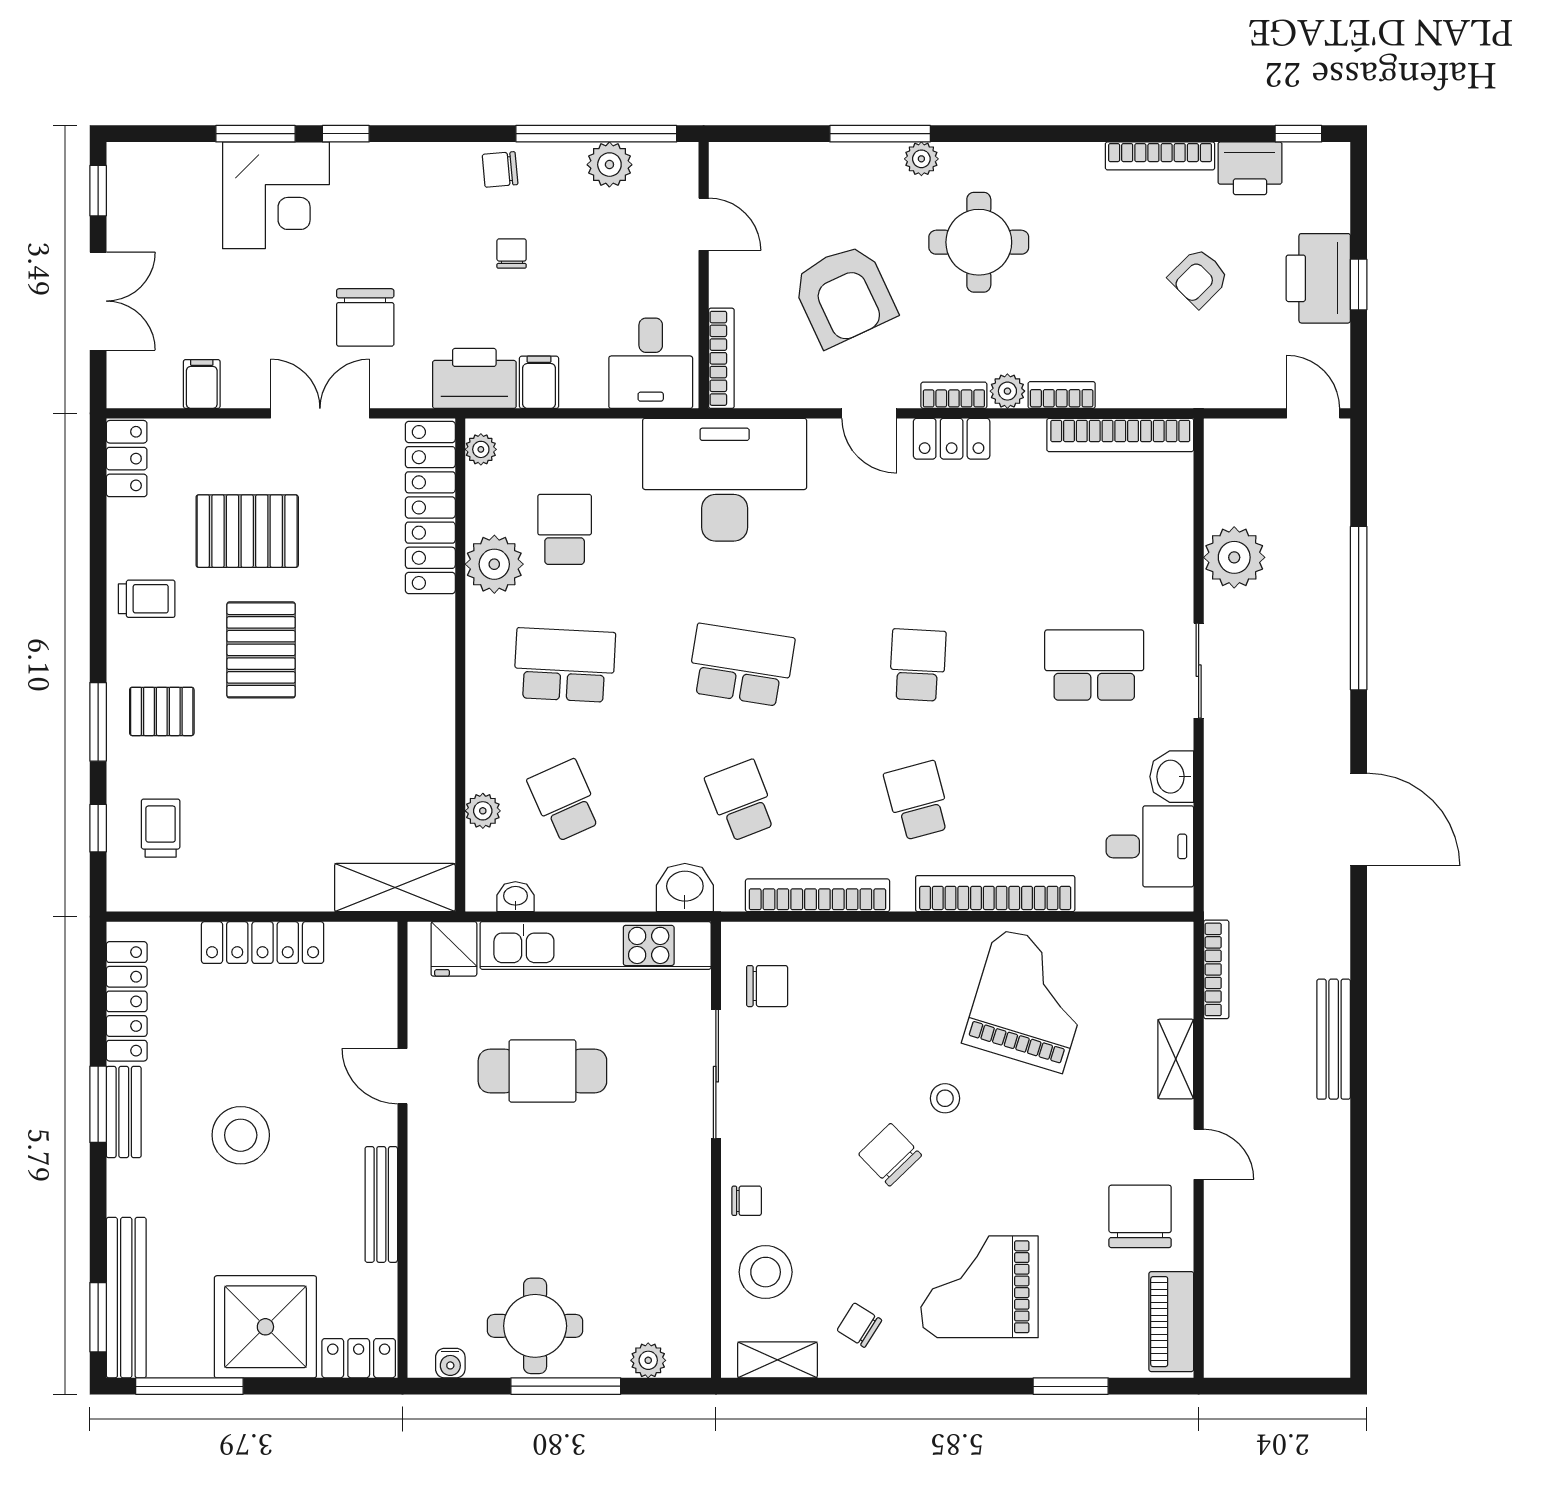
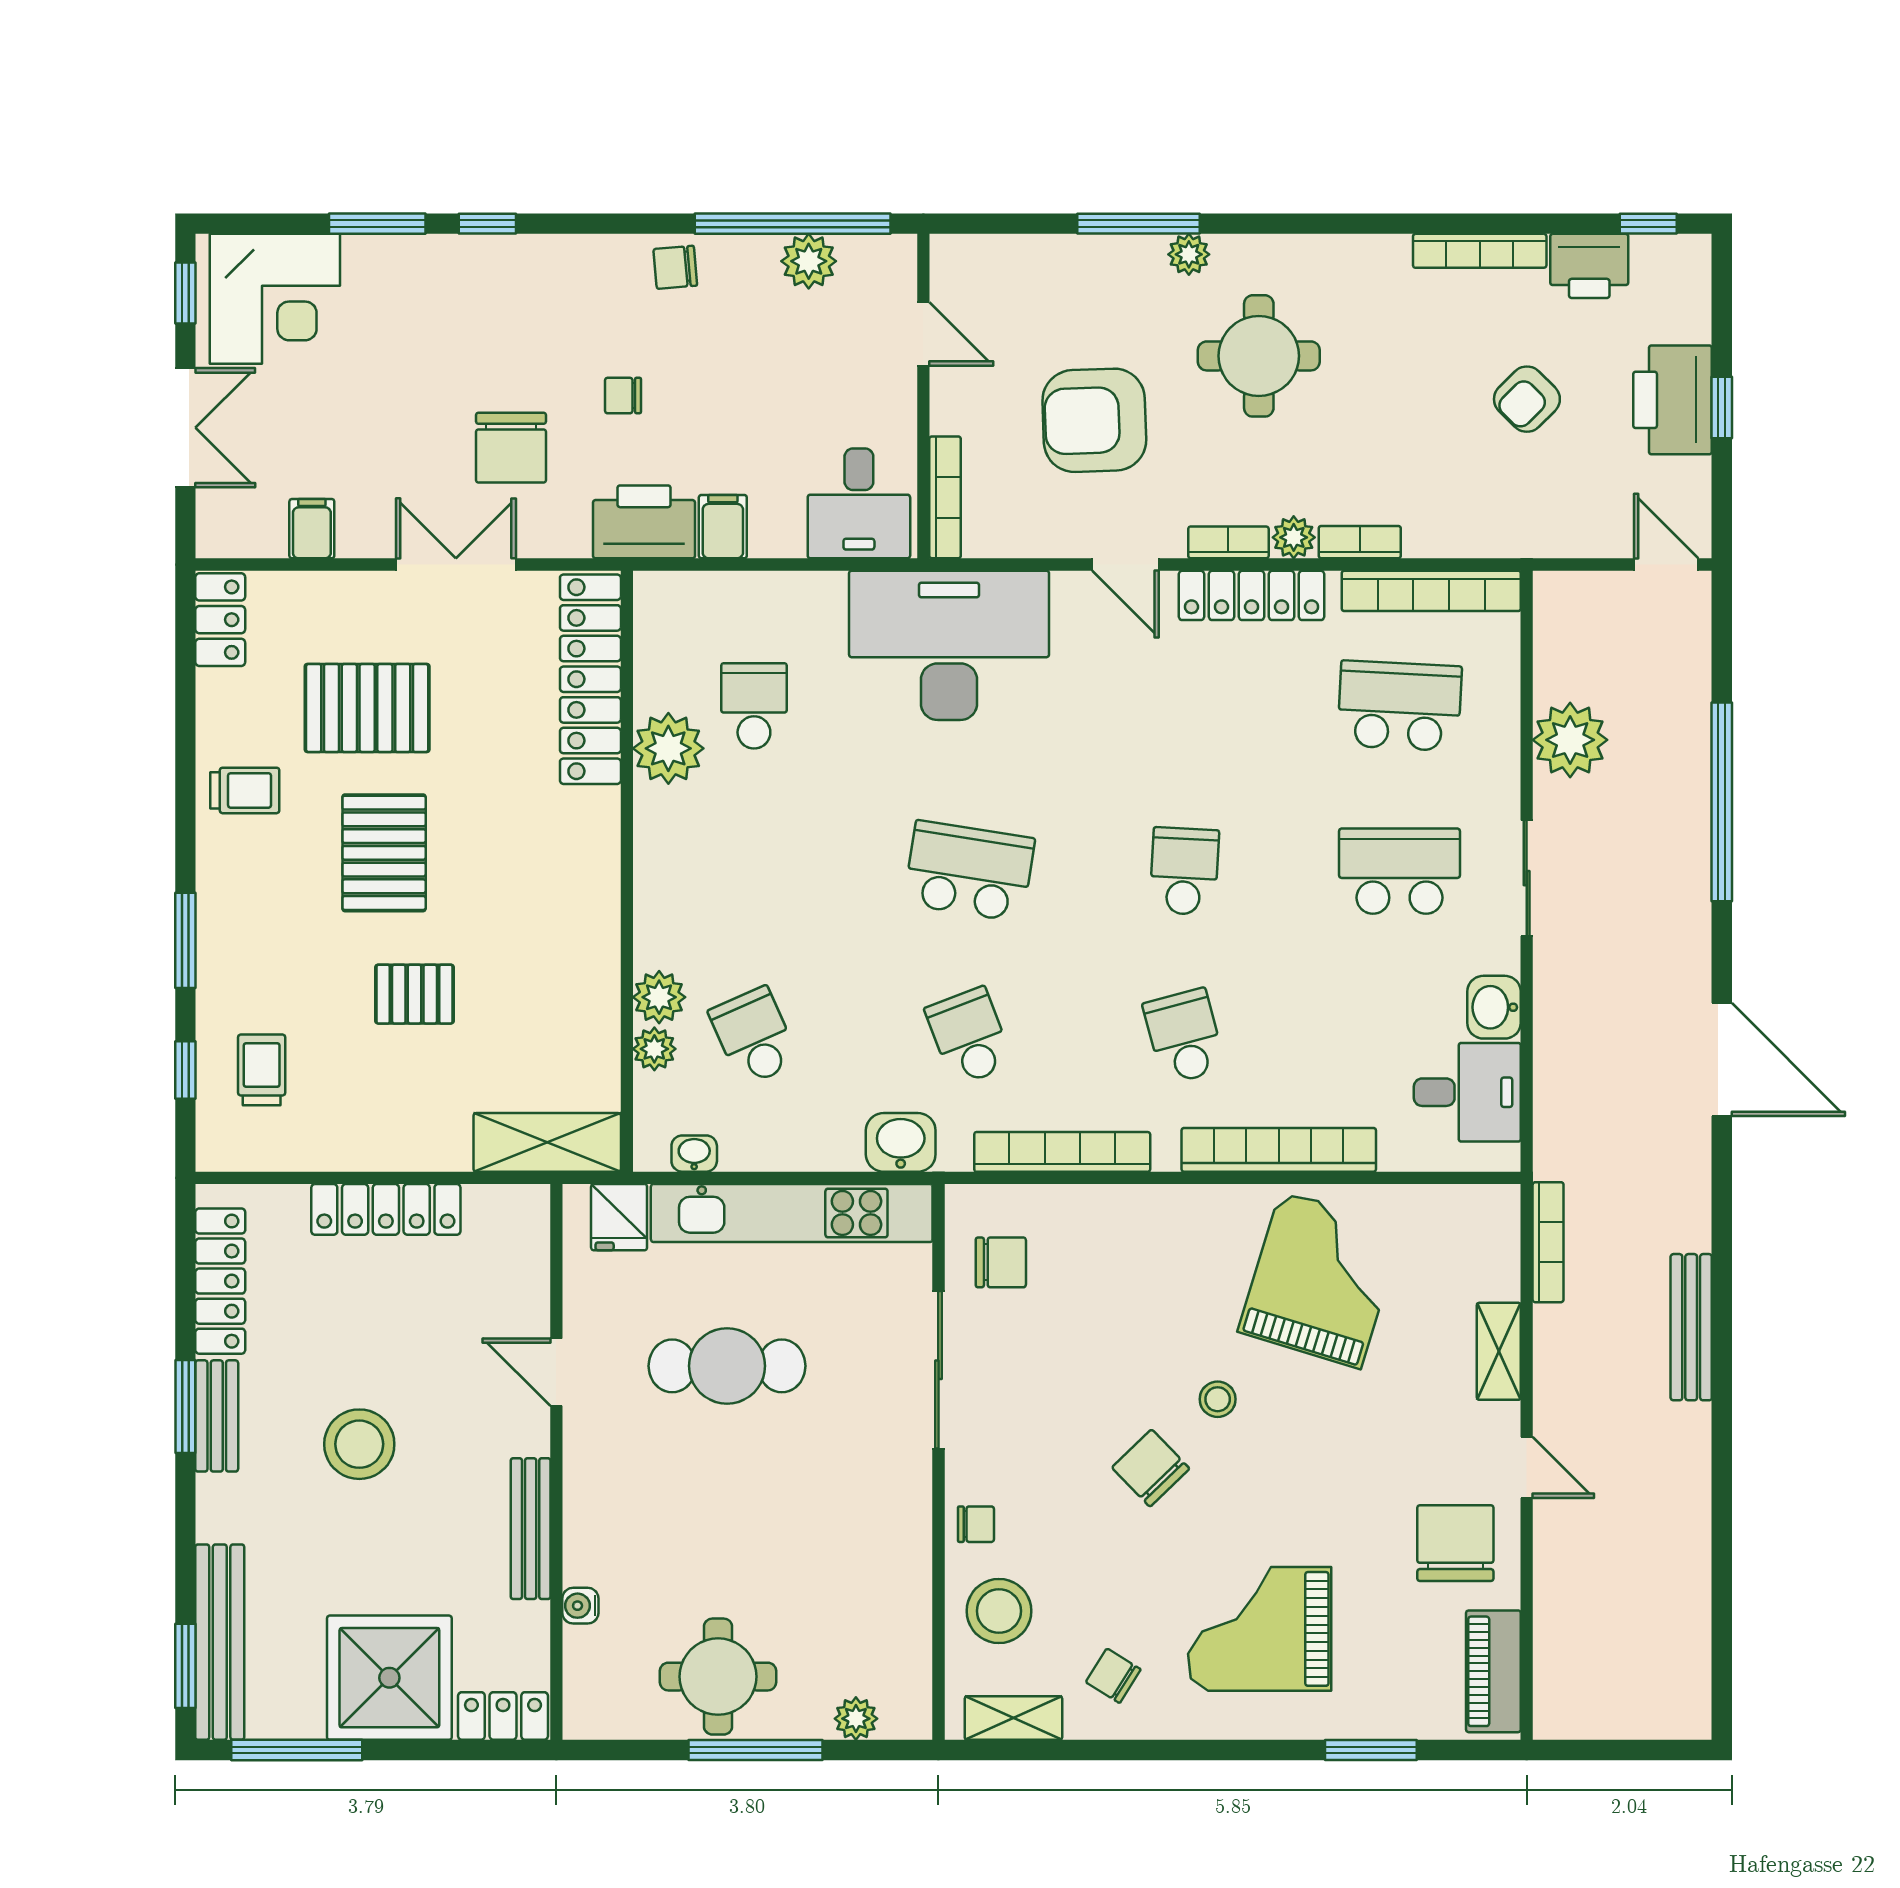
corner desk: (276, 195) -> (275, 299), moved
chair: (512, 253) -> (623, 396), moved, turned -90
armchair: (844, 295) -> (1094, 420), turned 113
locker: (952, 439) -> (1252, 595), width x1.53
plant: (481, 449) -> (659, 997), moved, width x1.38, depth x1.38
school desk: (565, 665) -> (1399, 706), moved
pallet: (162, 711) -> (415, 994), moved
water cooler: (450, 1363) -> (580, 1606), moved, turned 90

